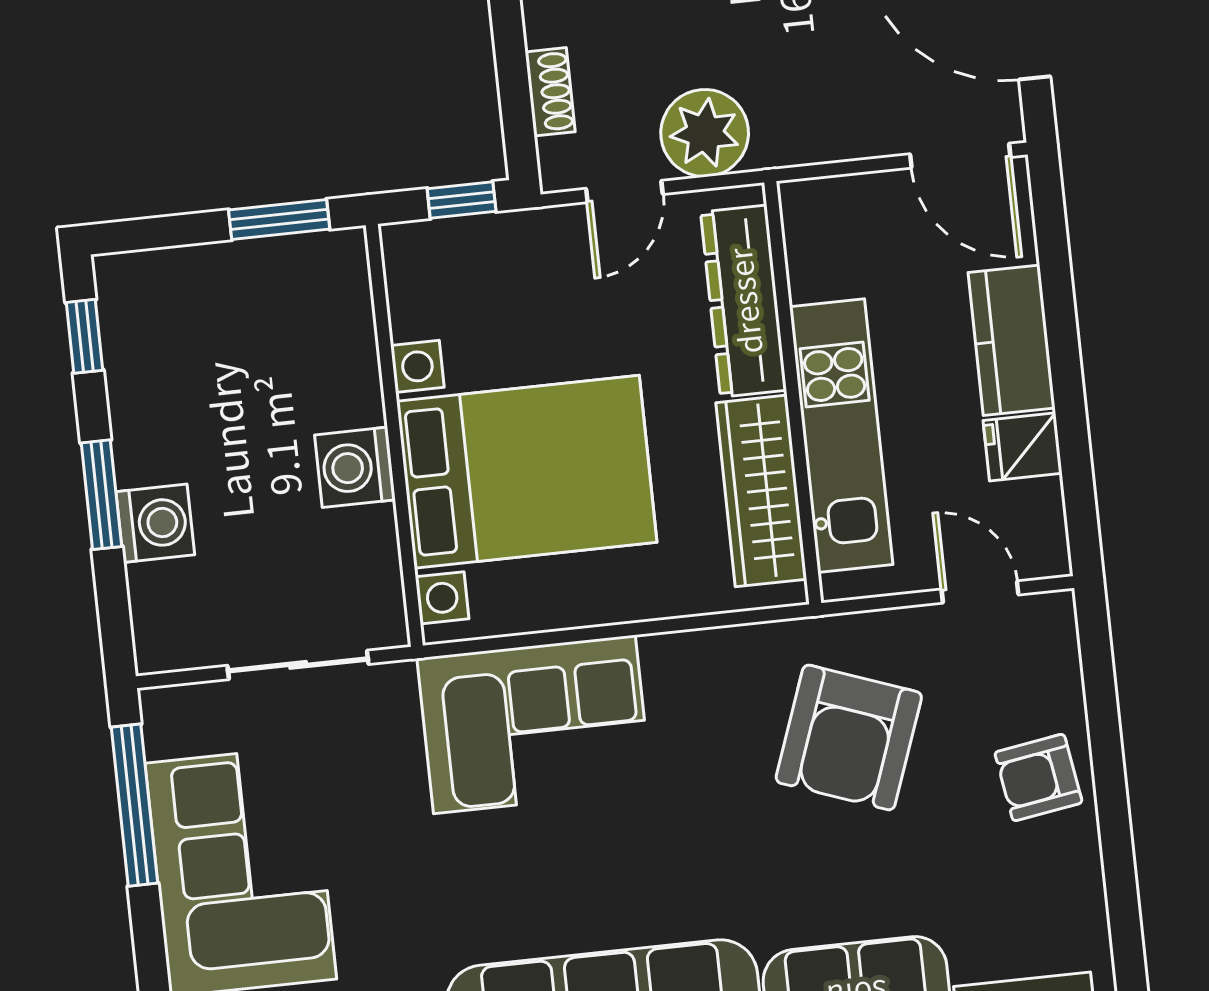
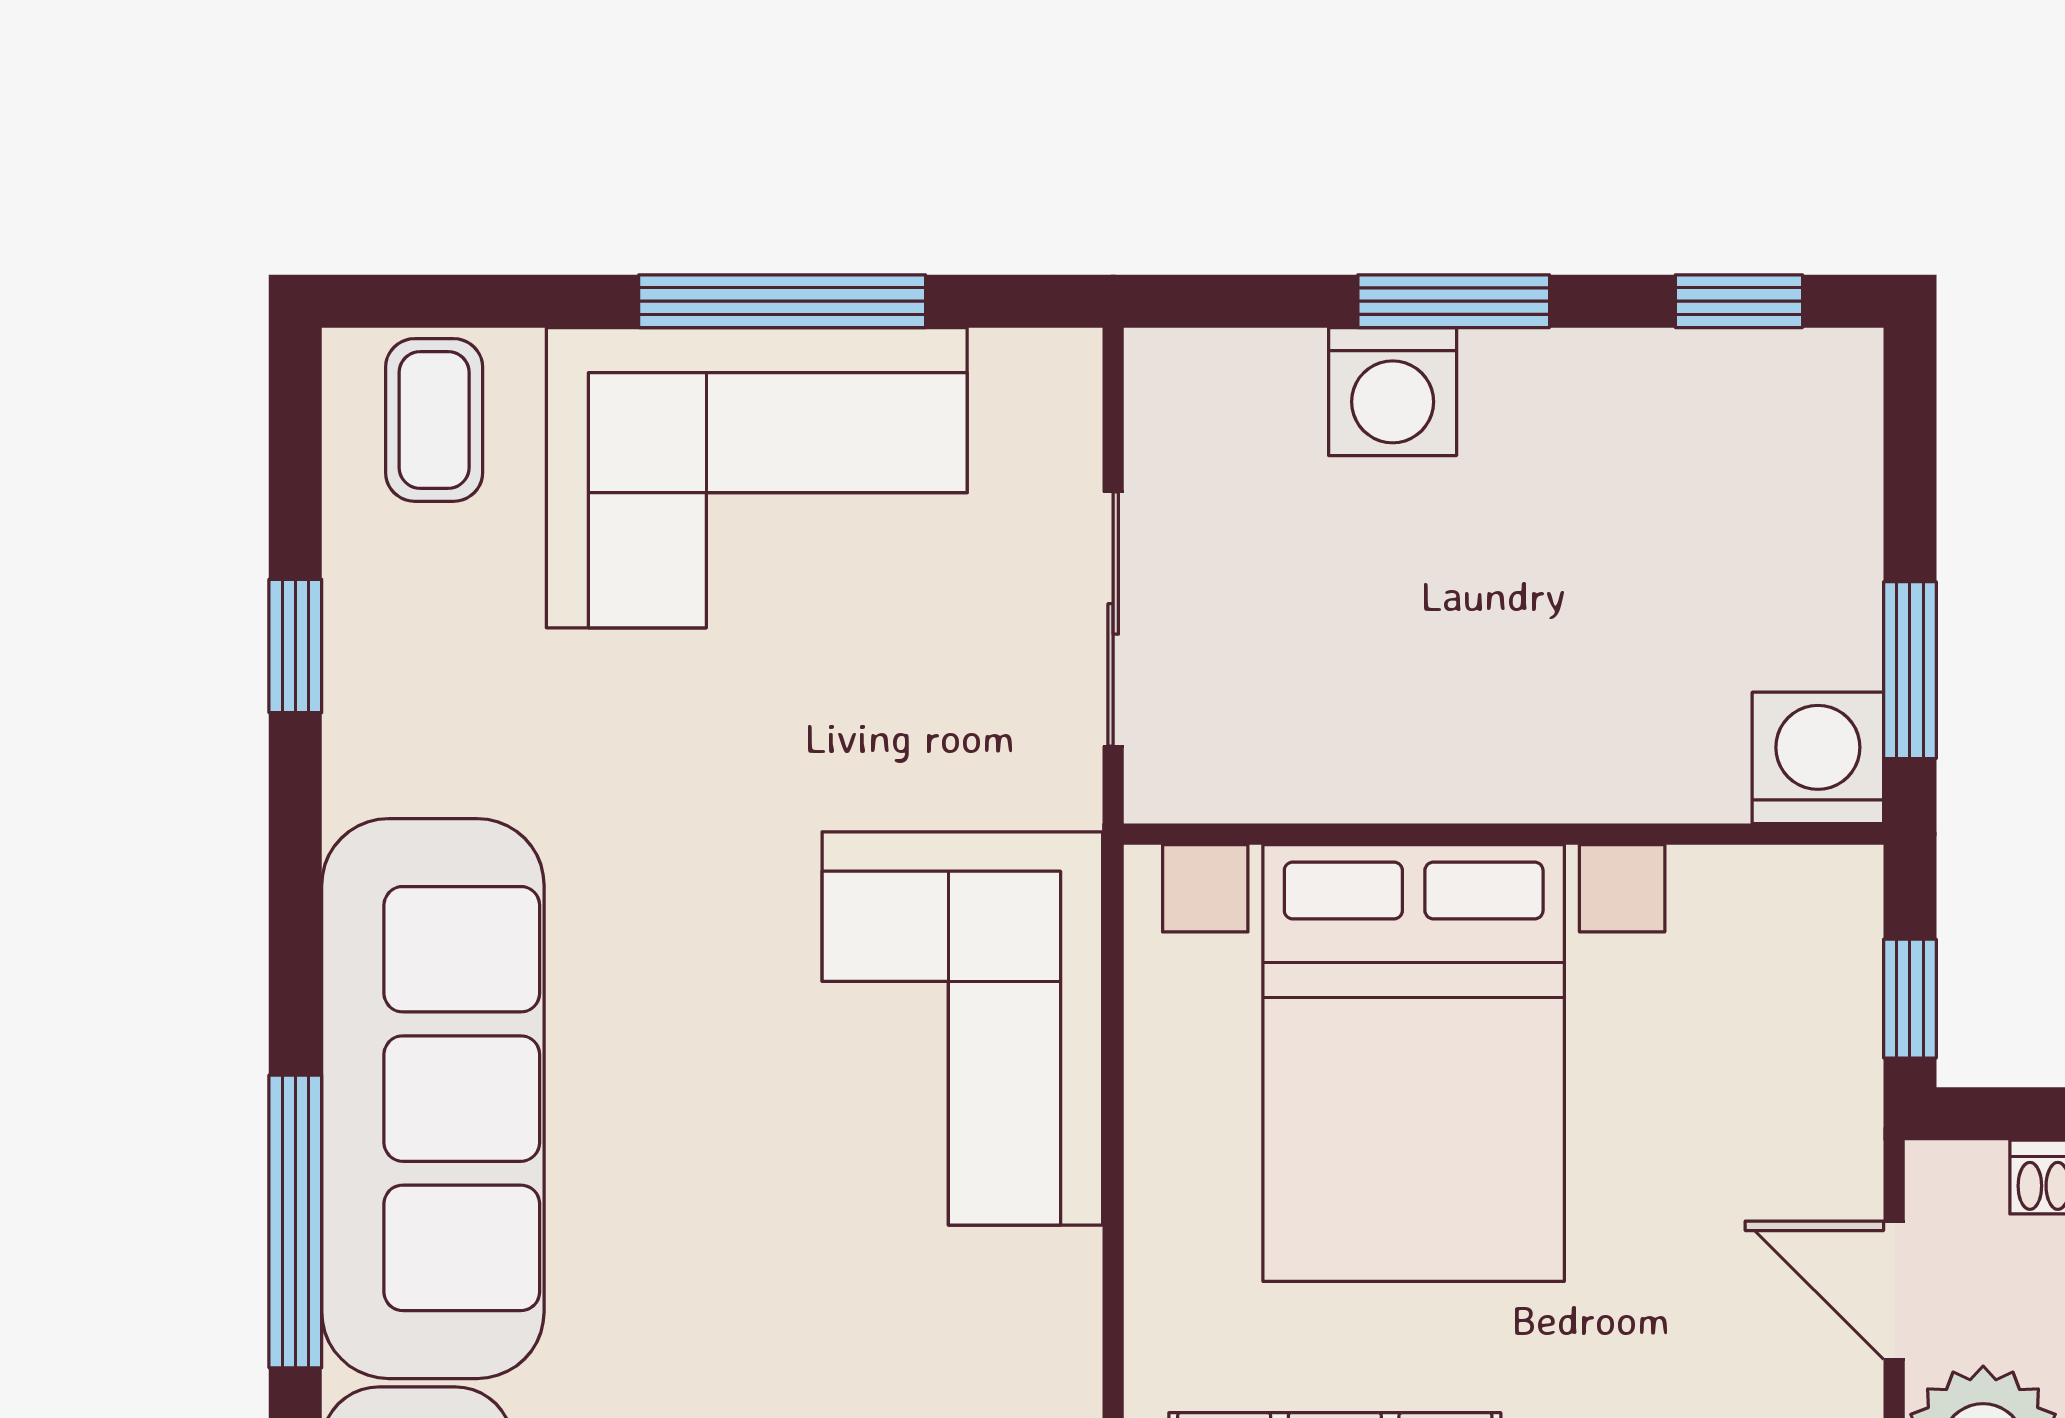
washing machine: (355, 467) -> (1818, 758), moved
window: (135, 805) -> (782, 301), moved

